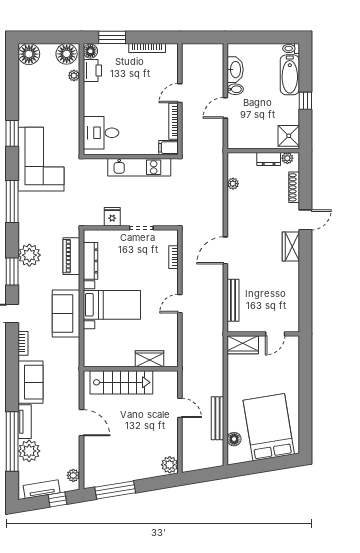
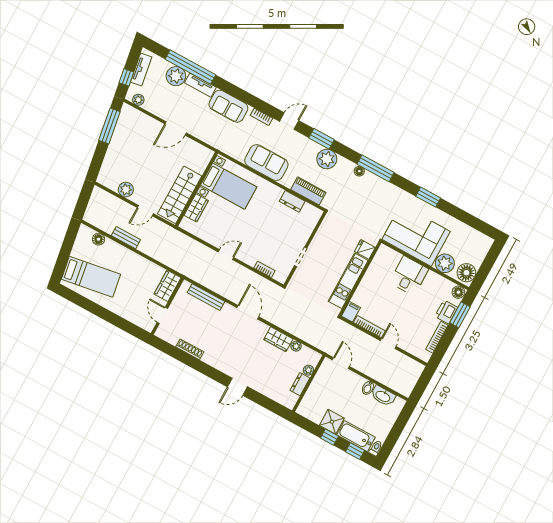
floor lamp: (29, 54) -> (359, 171), moved, width x0.53, depth x0.53
window: (305, 67) -> (355, 451), added
printer: (92, 71) -> (446, 312), moved, turned 90
plant: (74, 76) -> (445, 263), width x1.87, depth x1.87
door: (225, 108) -> (341, 363), moved
desk: (101, 133) -> (409, 276), moved
shower: (289, 136) -> (332, 422), moved
plant: (287, 158) -> (308, 370), moved
corner sofa: (41, 159) -> (416, 235), moved, turned 180
shoe rack: (294, 187) -> (190, 349), moved
fridge: (112, 217) -> (365, 249), moved, turned 180
door: (305, 220) -> (237, 387), hinge flipped
wardrobe: (291, 247) -> (278, 339), moved, turned 180
dresser: (91, 261) -> (292, 201), width x0.70
door: (180, 304) -> (226, 255), hinge flipped
bed with nightstands: (112, 305) -> (229, 186), moved, turned -90
stairs: (121, 382) -> (180, 195), moved
bench: (217, 418) -> (126, 238), width x0.73
bed: (269, 427) -> (91, 277), width x0.67
plant: (170, 465) -> (126, 190), moved

